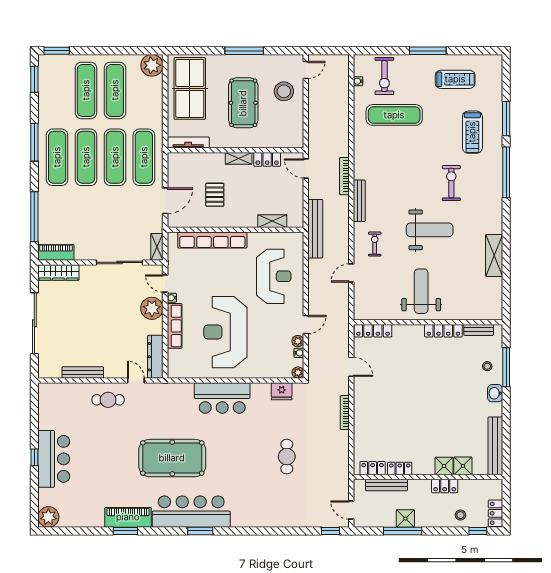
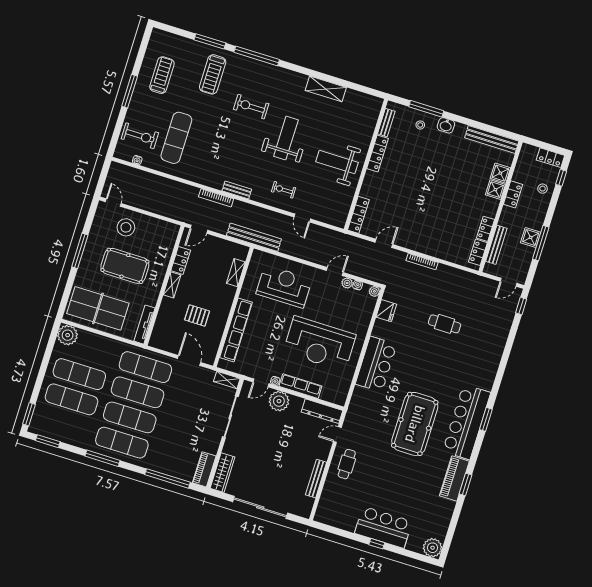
treadmill: (472, 132) -> (213, 74), turned 90
bench: (359, 201) -> (237, 190), width x0.73
door: (306, 325) -> (335, 272), hinge flipped

